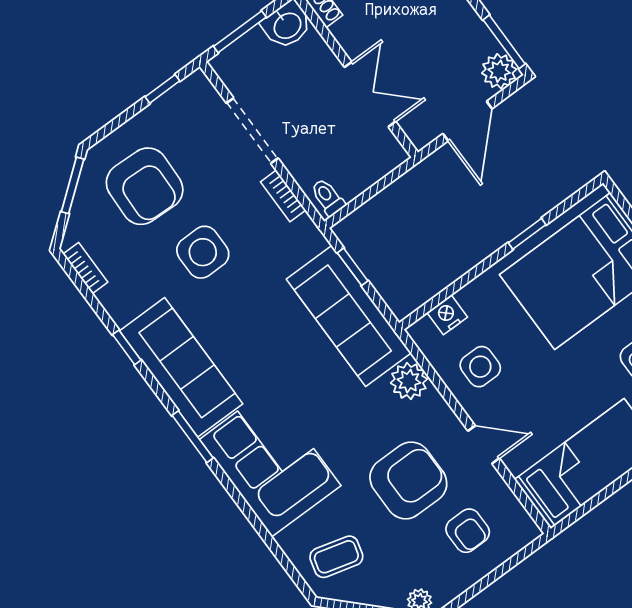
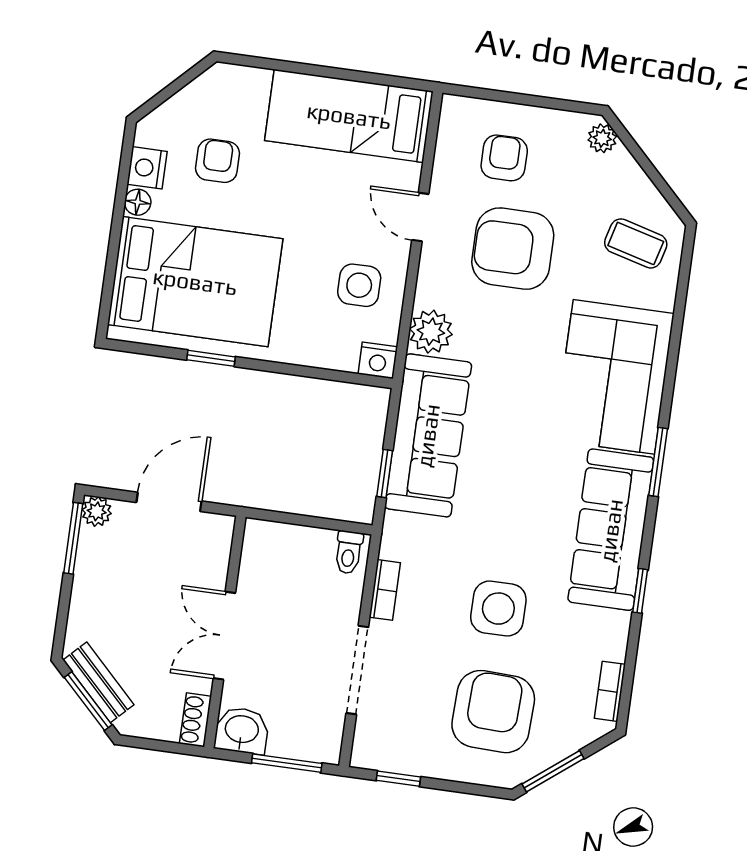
plant: (499, 71) -> (97, 511), width x0.73, depth x0.73
double door: (370, 94) -> (224, 636), moved
nightstand: (447, 315) -> (378, 360), moved

